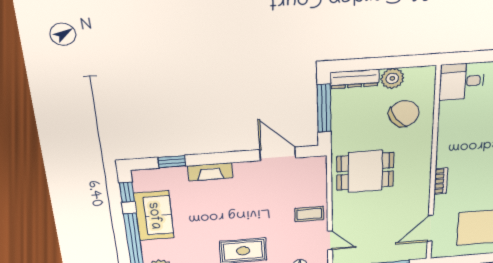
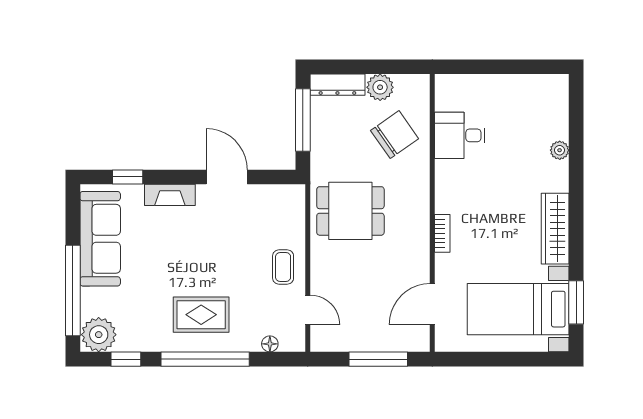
desk: (462, 81) -> (460, 135), moved
door: (278, 154) -> (227, 177), moved
window: (127, 192) -> (73, 215), removed
coffee table: (309, 214) -> (283, 267), turned 90
sofa: (154, 216) -> (100, 239), width x1.36

